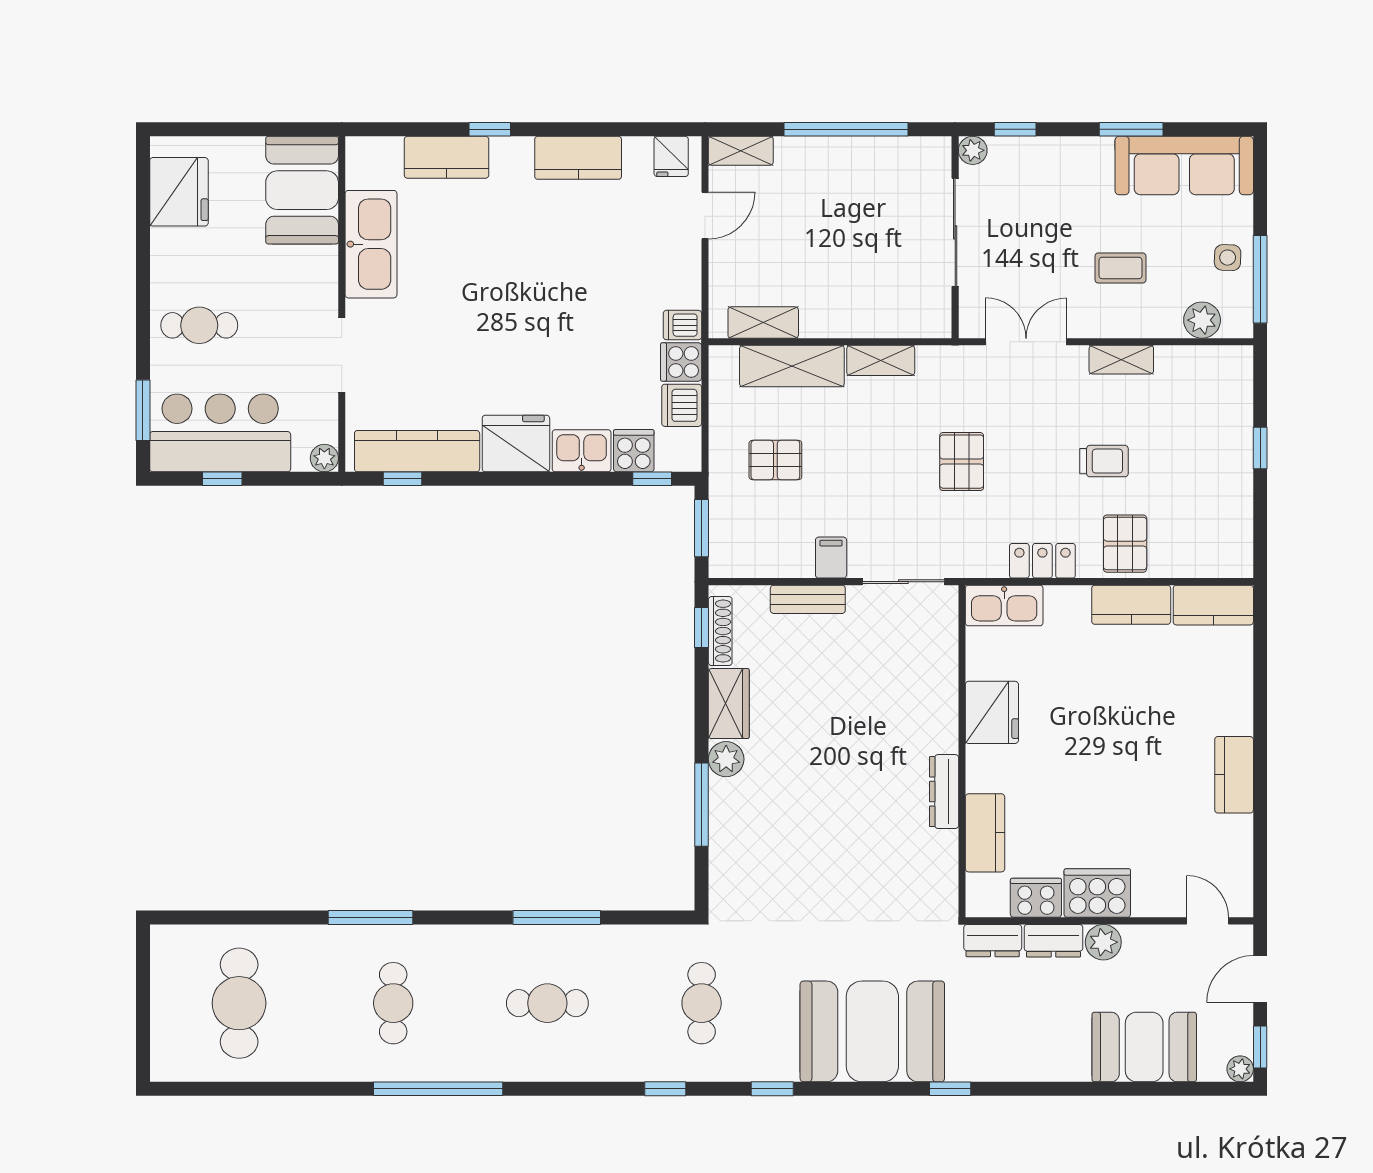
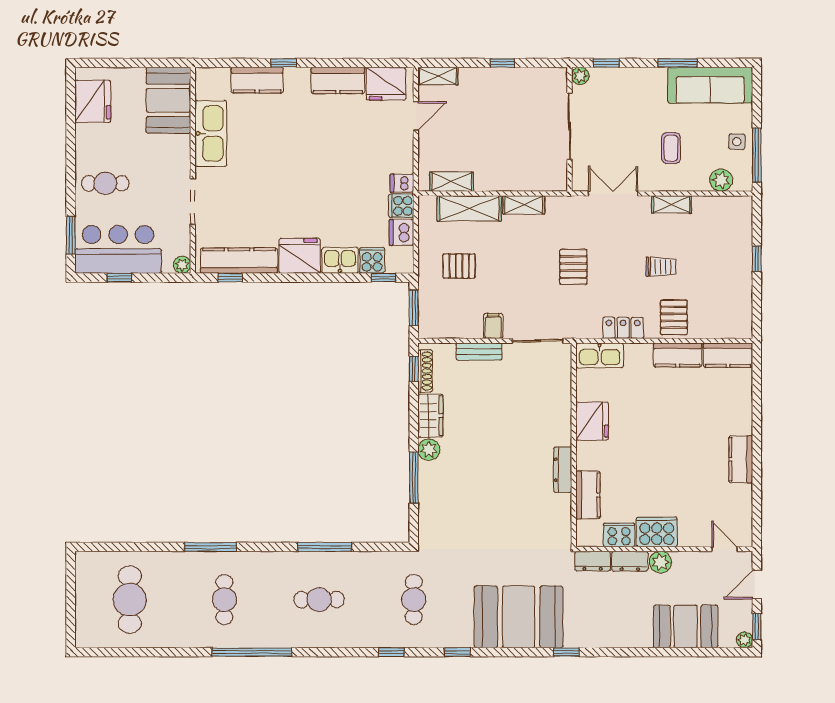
window: (846, 129) -> (502, 63), width x0.32
fridge: (671, 156) -> (386, 84), width x1.88, depth x1.34
coffee table: (1120, 268) -> (671, 148), turned 90

